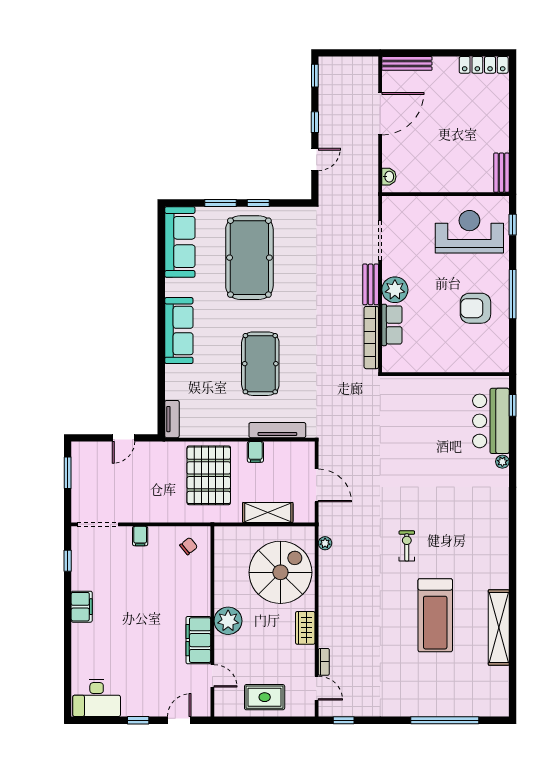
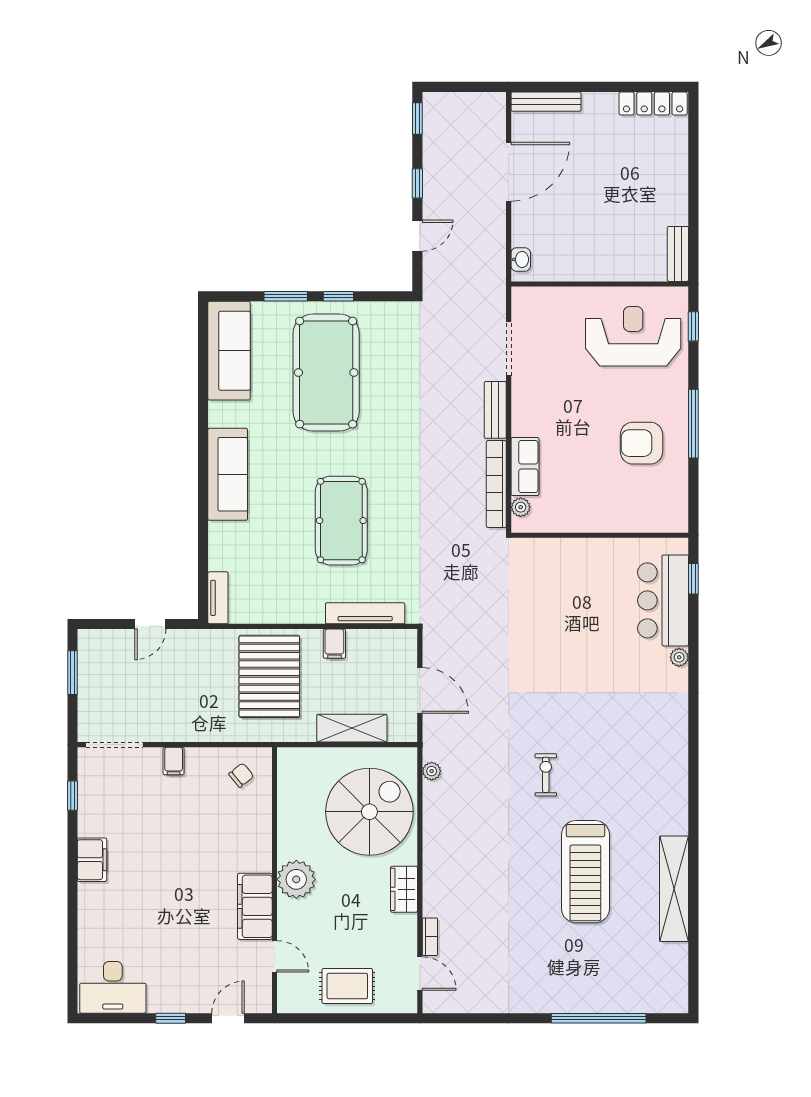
plant: (395, 290) -> (521, 507), moved, width x0.53, depth x0.53
window: (344, 720) -> (458, 1018), removed

